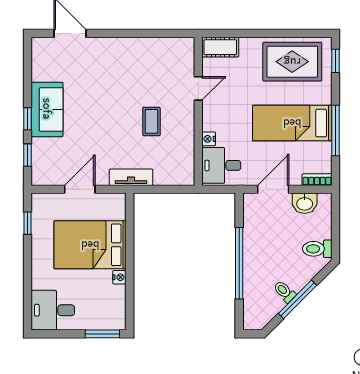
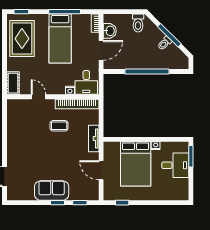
bookcase: (187, 151) -> (77, 104), added
door: (273, 189) -> (101, 50), swing flipped
desk: (53, 310) -> (175, 165), moved, turned -90

